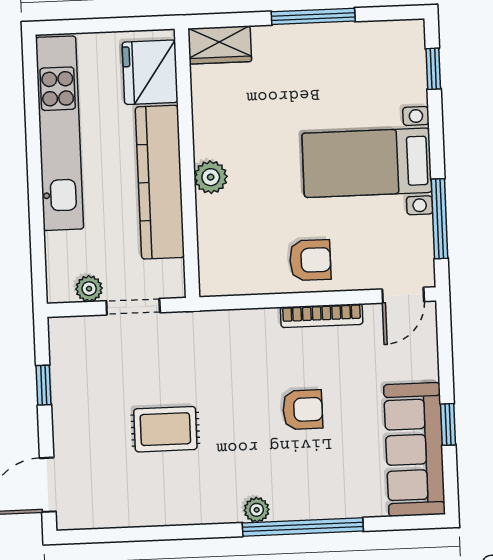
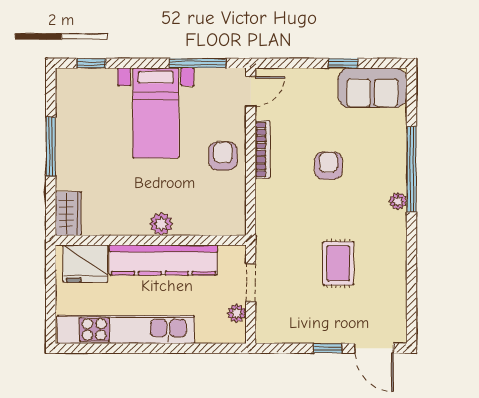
door: (403, 295) -> (251, 91), hinge flipped
window: (44, 385) -> (328, 348), moved
sofa: (414, 450) -> (372, 88), width x0.73

